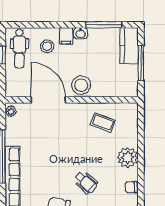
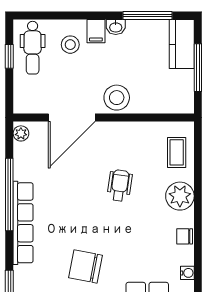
door: (48, 100) -> (72, 118), swing flipped
coffee table: (103, 123) -> (177, 152), moved, turned 69
wheelchair: (86, 182) -> (120, 185), moved, turned -124

